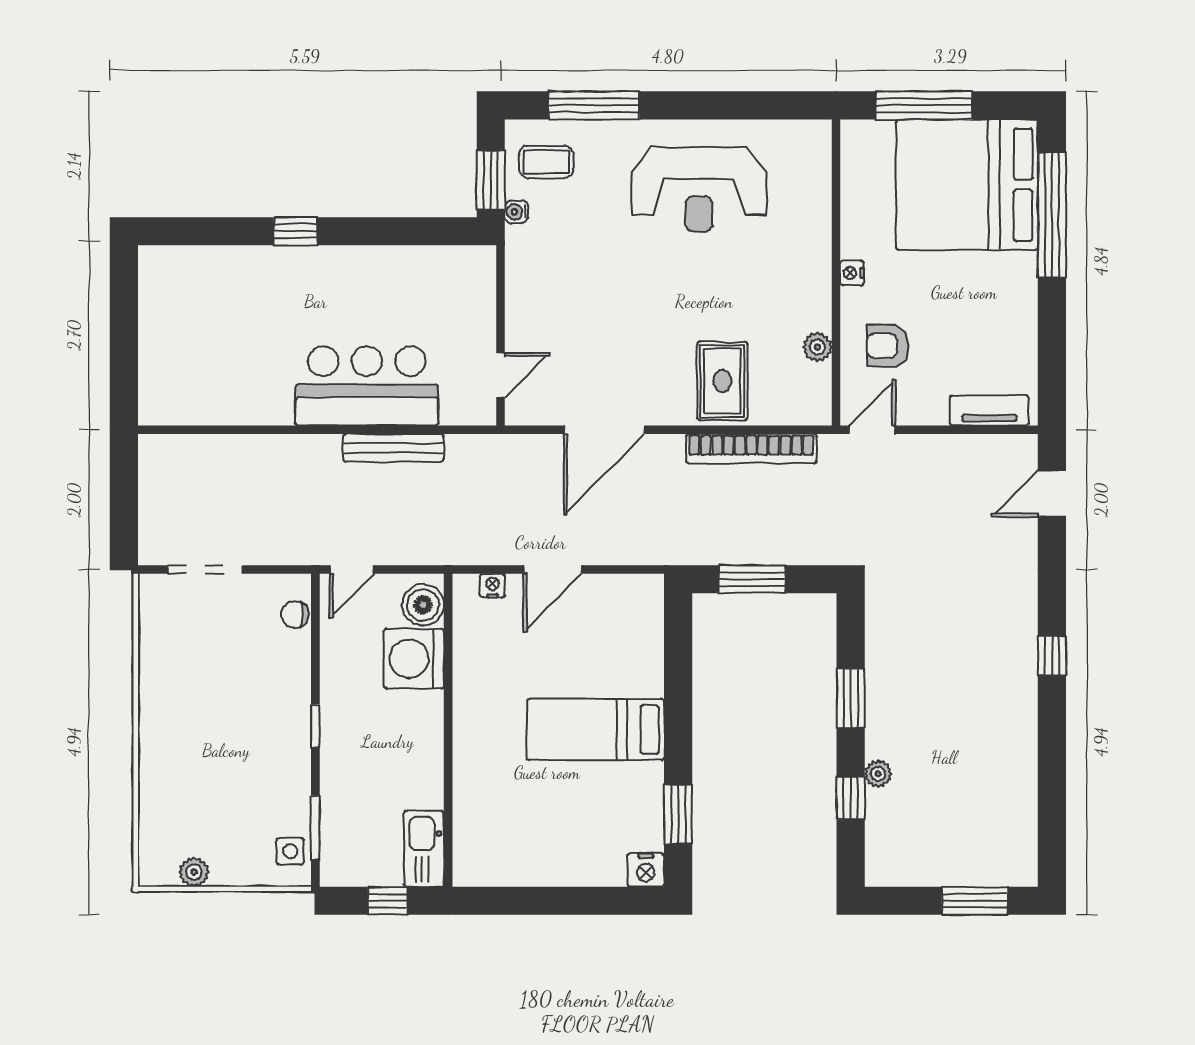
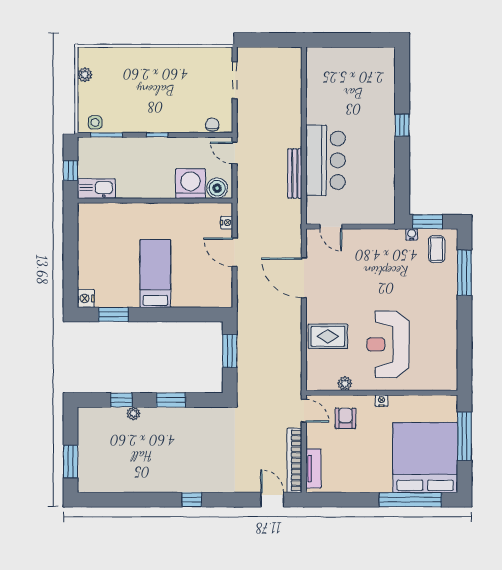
reception desk: (699, 189) -> (388, 344), moved
bookcase: (751, 449) -> (294, 460), moved

